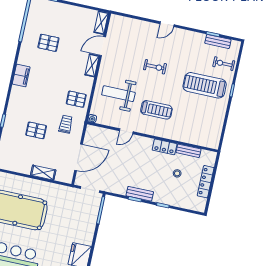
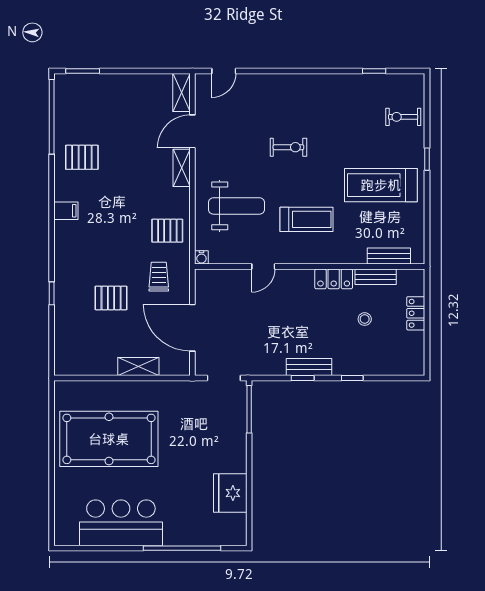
door: (167, 24) -> (224, 71), moved
bench: (218, 41) -> (389, 256), moved
pallet: (48, 43) -> (82, 157), moved
filing cabinet: (21, 75) -> (66, 211), width x0.50
treadmill: (205, 85) -> (381, 185), moved
weight bench: (118, 94) -> (236, 206), turned 180
door: (79, 157) -> (192, 328), swing flipped
locker: (206, 182) -> (416, 313), width x0.66

